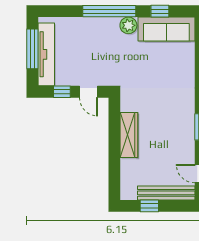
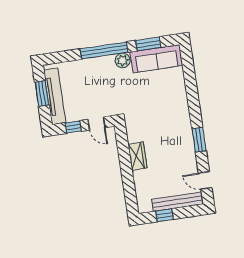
window: (160, 11) -> (148, 44), width x1.50
window: (32, 49) -> (42, 93), width x0.69
wardrobe: (129, 135) -> (137, 156), width x0.67

